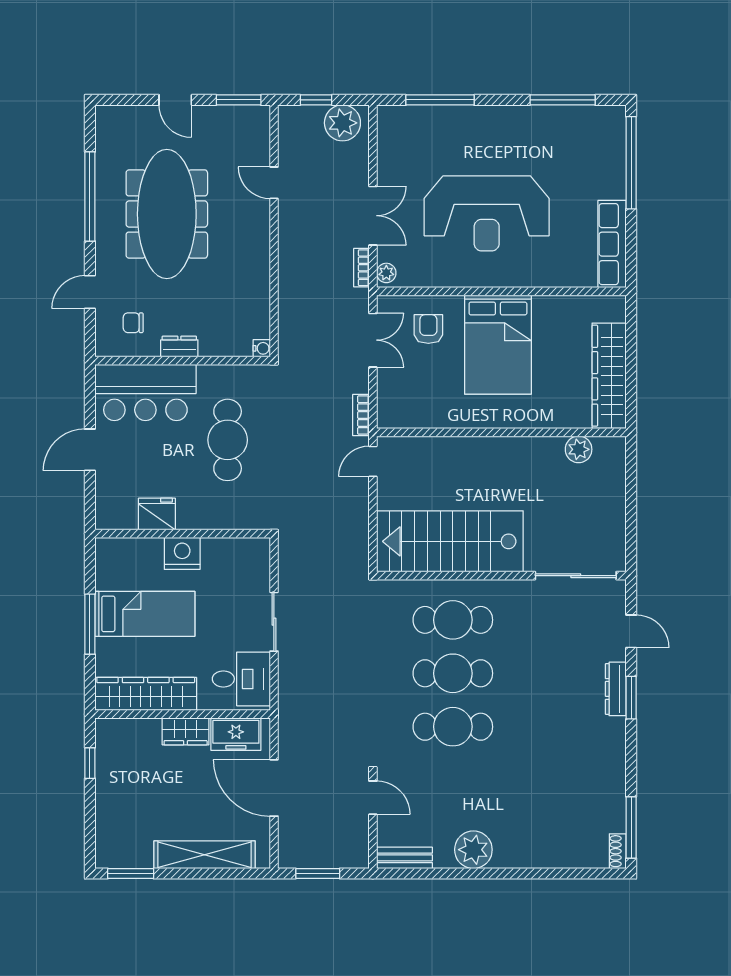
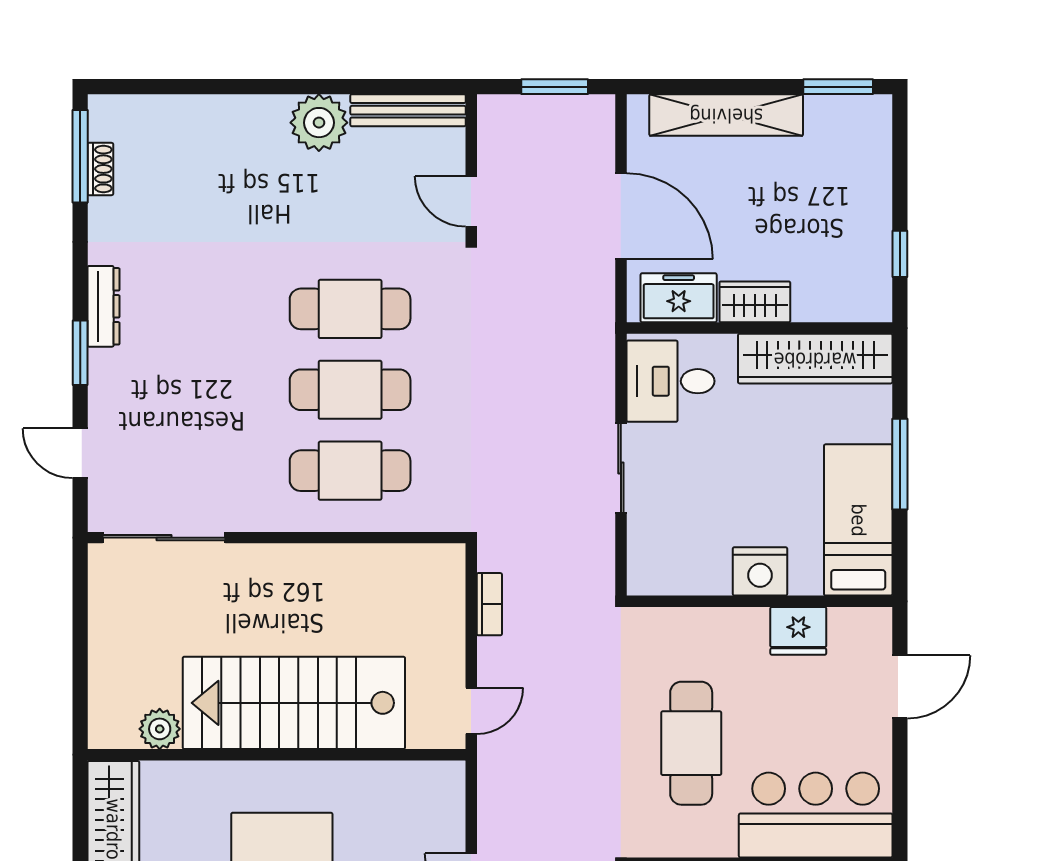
bookcase: (361, 415) -> (489, 604), moved
door: (90, 450) -> (900, 687), moved
stairs: (450, 541) -> (294, 703), moved, turned 180
bed: (145, 614) -> (858, 520), moved, turned 90
dresser: (616, 689) -> (103, 306), moved
shoe rack: (618, 851) -> (100, 169), moved
bench: (404, 858) -> (408, 110), width x1.36

